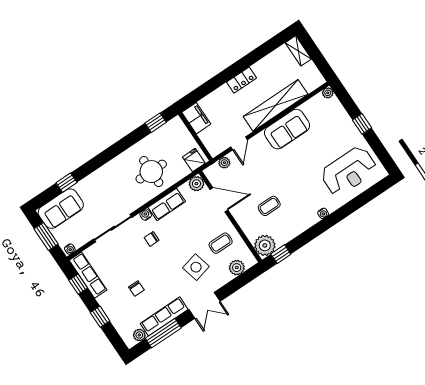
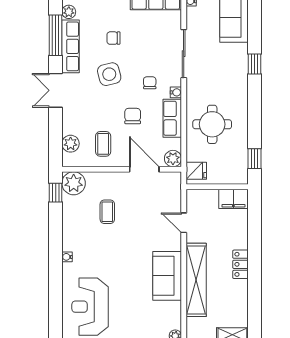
plant: (224, 163) -> (175, 197), removed
window: (67, 183) -> (254, 64), moved
door: (219, 200) -> (144, 169), swing flipped
chair: (185, 235) -> (133, 116), added
side table: (196, 267) -> (109, 74), moved

